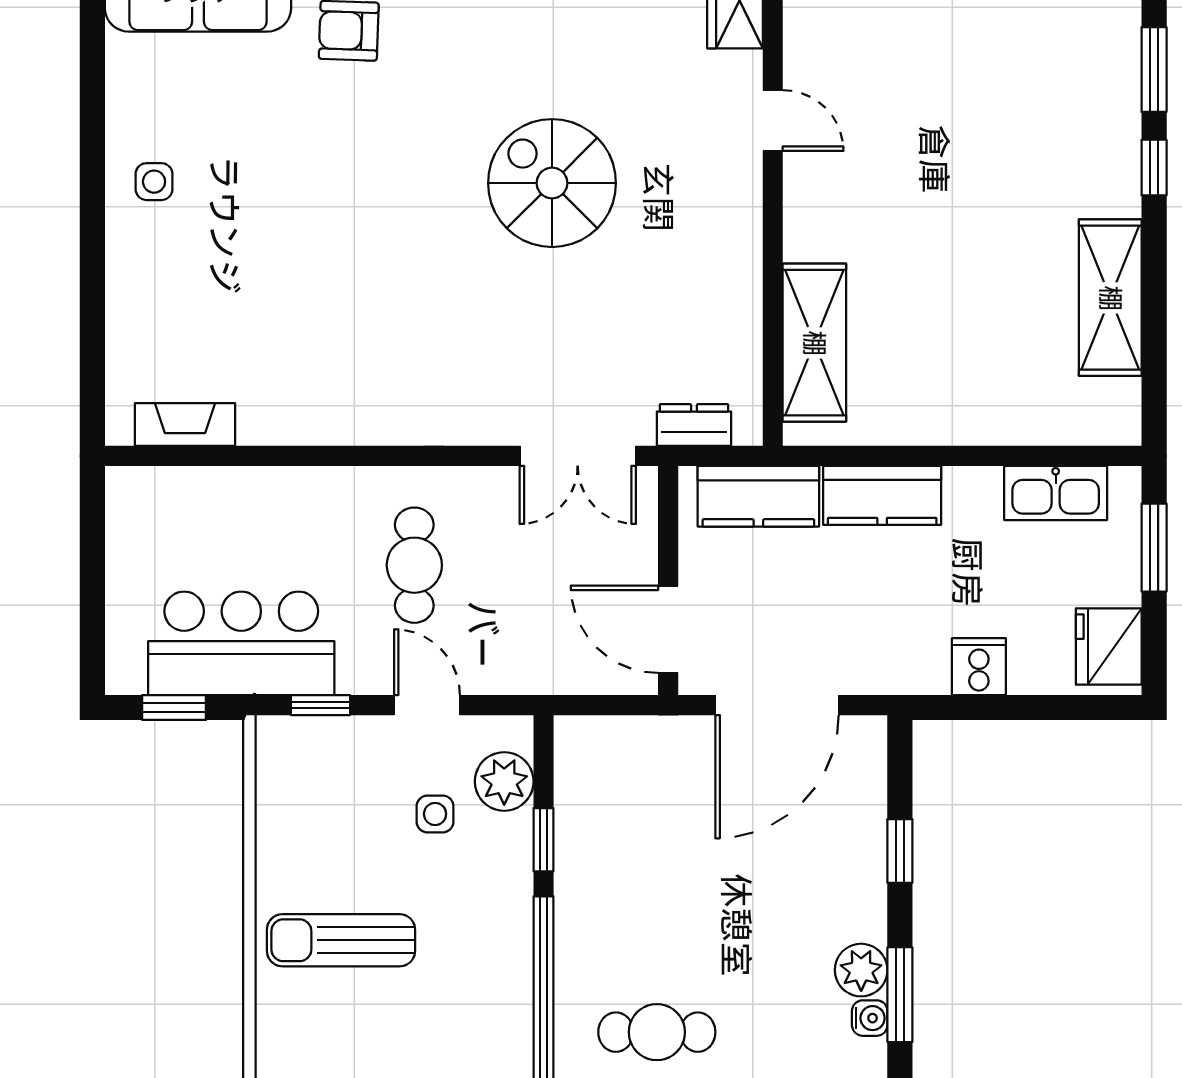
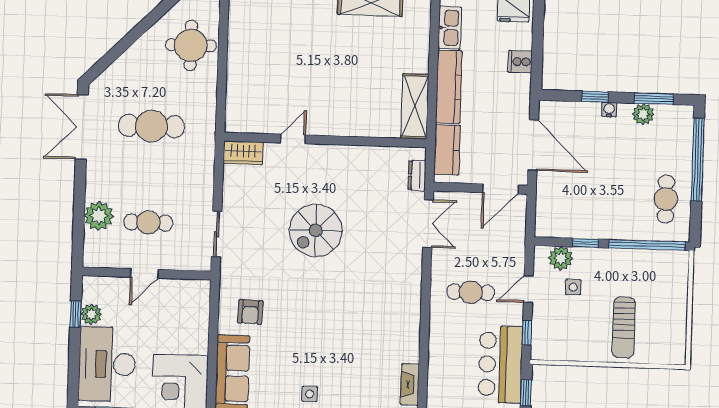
shelving: (814, 343) -> (415, 106), moved, turned 90
kitchen counter: (882, 495) -> (449, 87), width x1.50
water cooler: (870, 1018) -> (609, 110), moved

